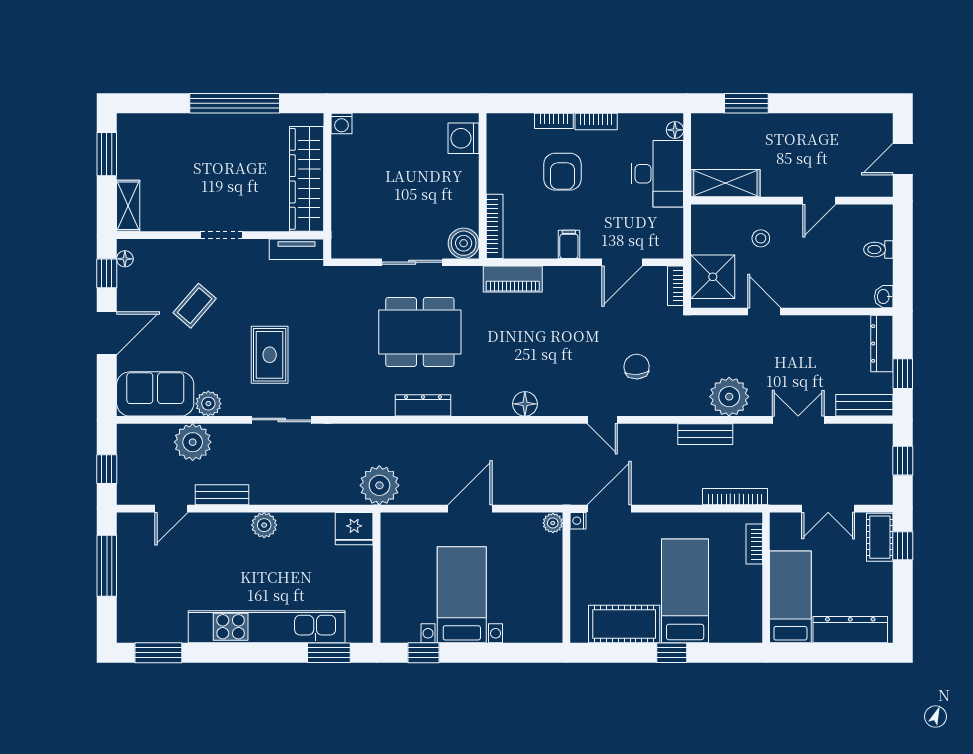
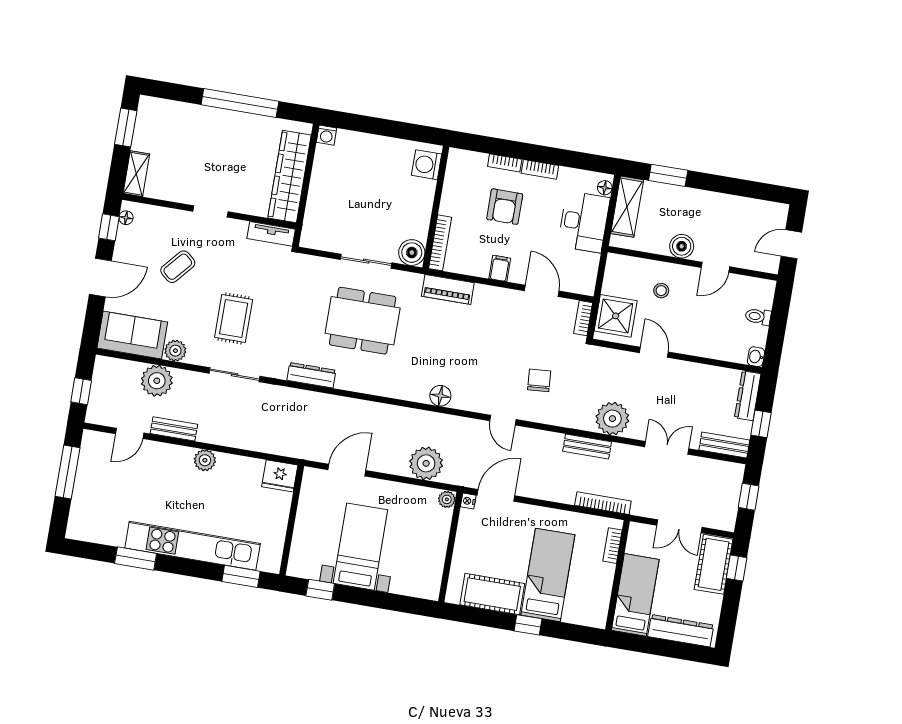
shelving: (725, 183) -> (627, 207), moved, turned 90
boiler: (776, 183) -> (682, 246), added
door: (622, 262) -> (542, 291), swing flipped
dresser: (423, 405) -> (311, 375), moved
plant: (379, 485) -> (426, 463), moved
door: (470, 509) -> (347, 470), moved
cot: (880, 537) -> (714, 564), width x1.37, depth x1.34
window: (158, 653) -> (136, 558), moved

